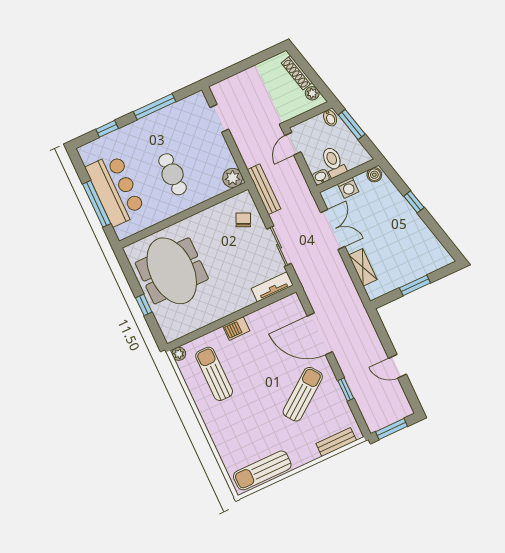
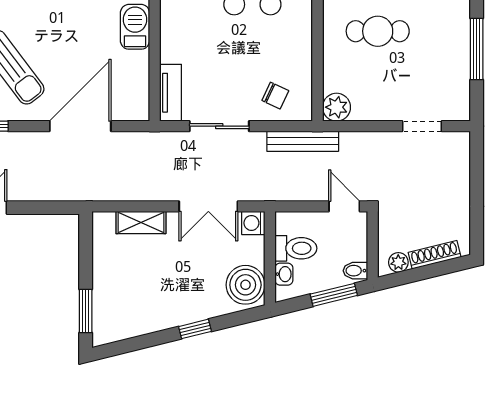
boiler: (374, 175) -> (245, 285), width x1.86, depth x1.86
washbasin: (321, 177) -> (284, 274), moved
washing machine: (348, 188) -> (253, 223), moved
window: (415, 285) -> (86, 311), moved
barbecue: (236, 328) -> (135, 27), width x1.38, depth x1.27

